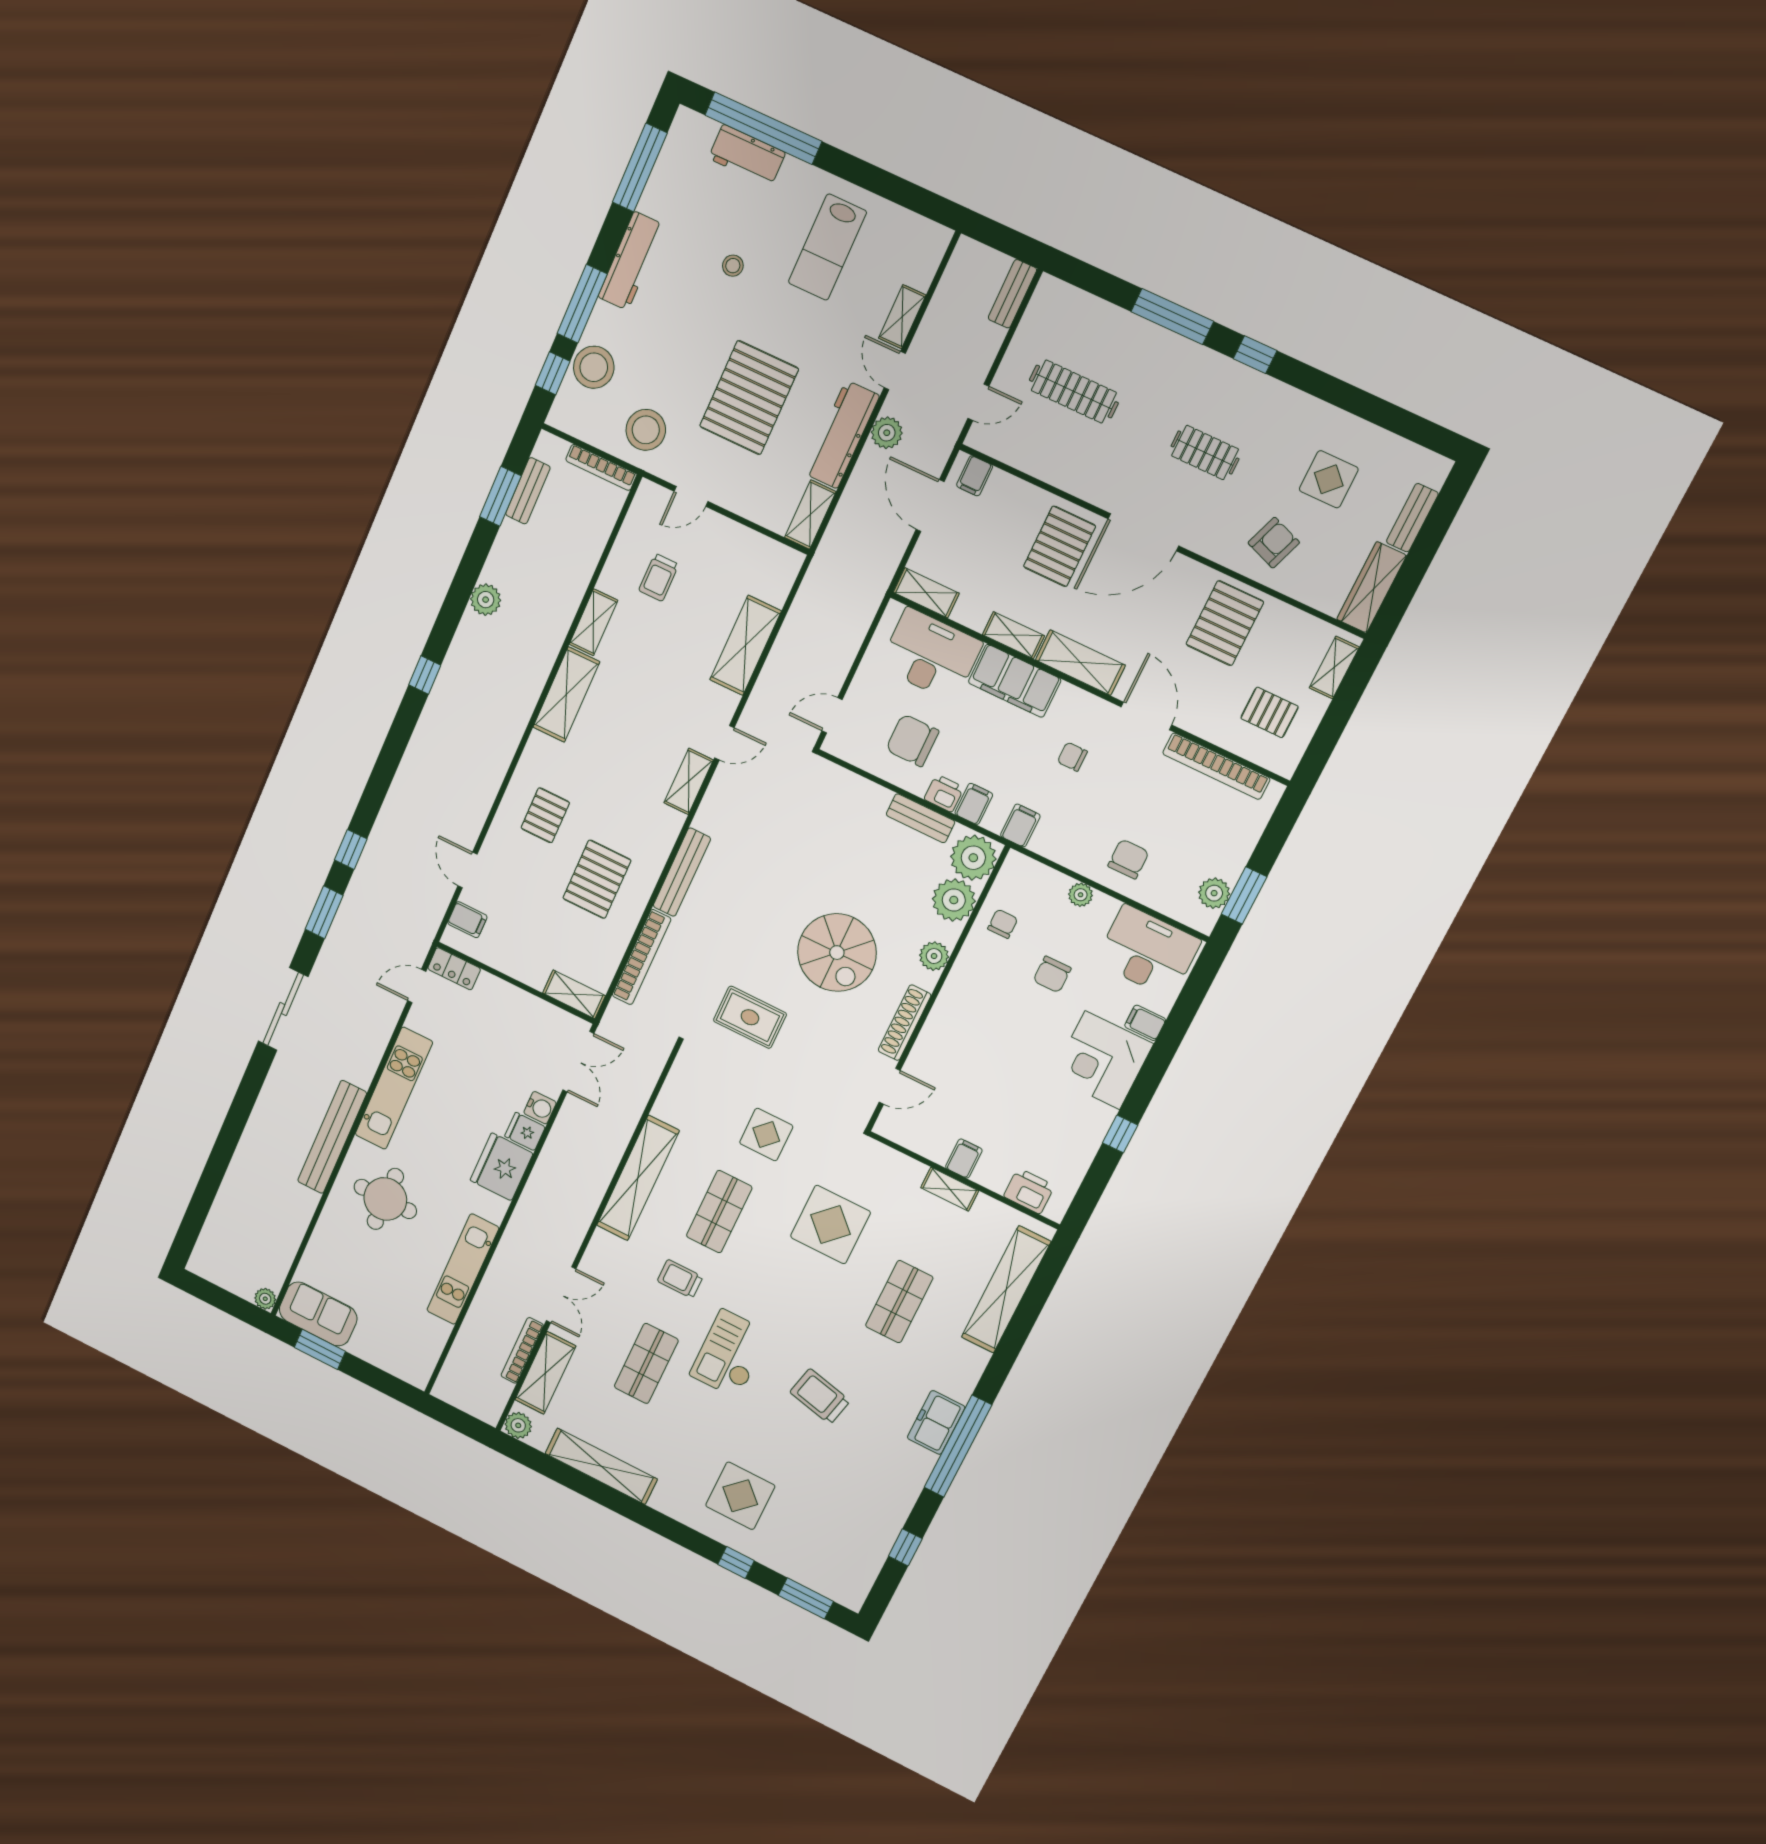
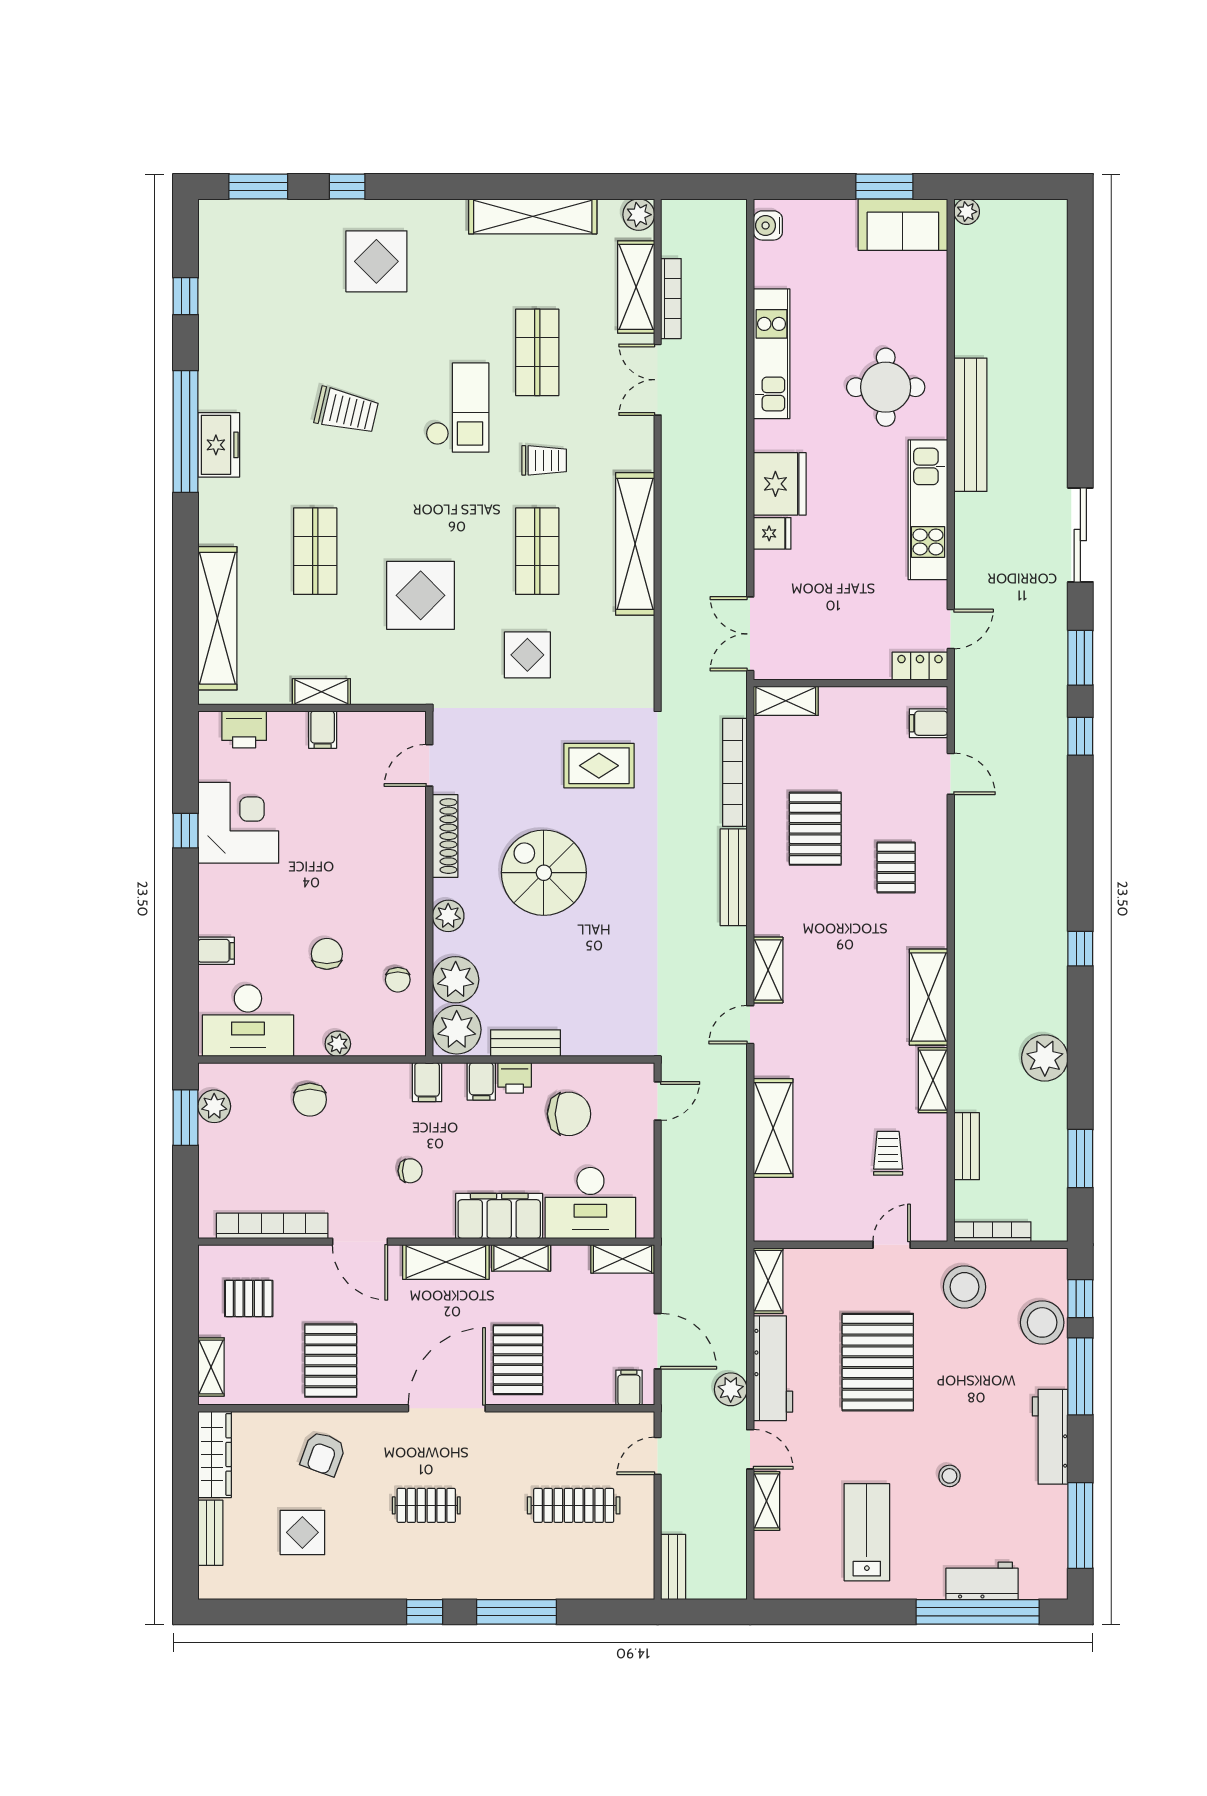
bench: (528, 491) -> (967, 1146), moved
plant: (486, 600) -> (1045, 1058), width x1.36, depth x1.36
corner desk: (1102, 1060) -> (238, 823), moved
water cooler: (540, 1108) -> (768, 225), moved

